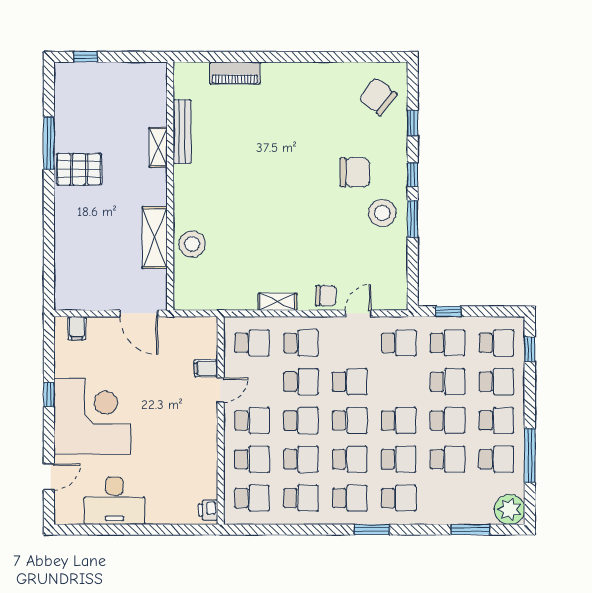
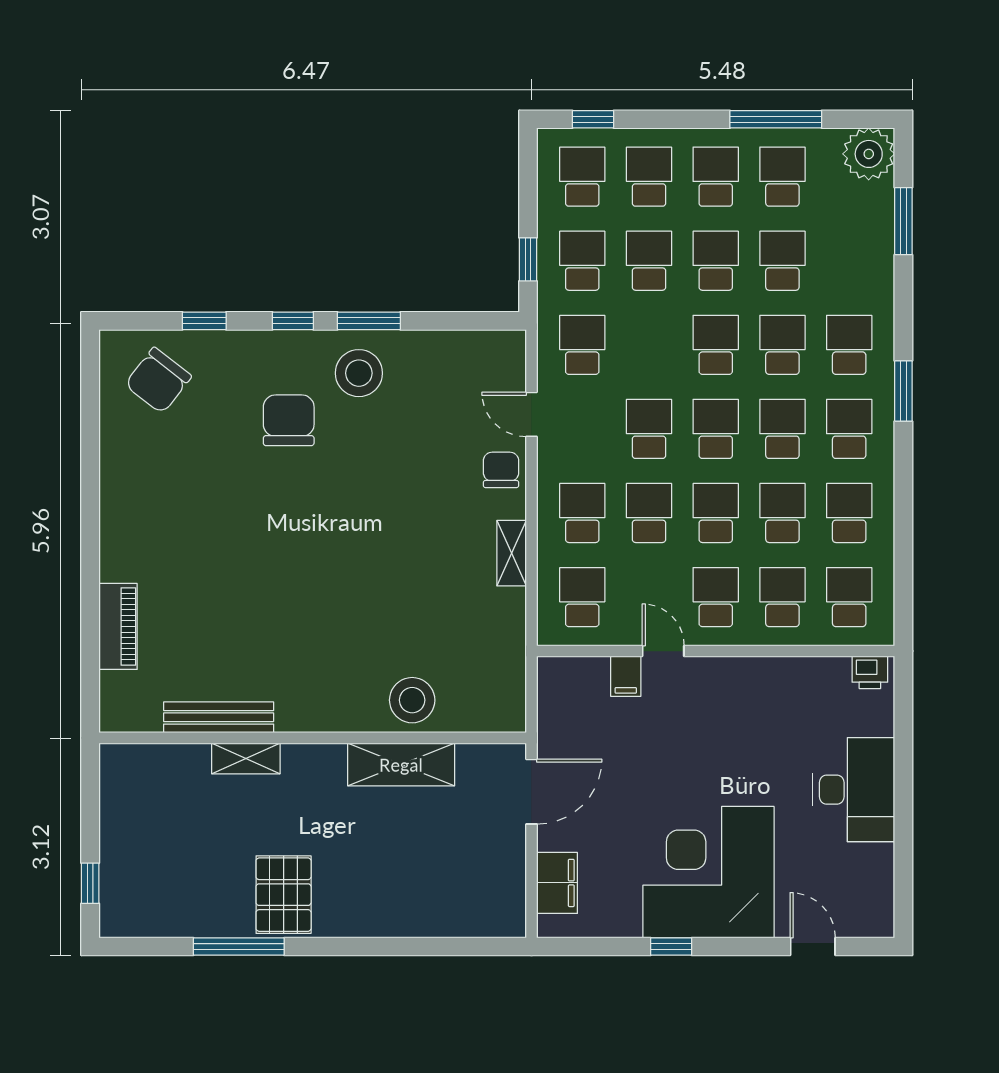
filing cabinet: (77, 328) -> (557, 883), width x2.00
desk: (114, 501) -> (854, 790), moved

